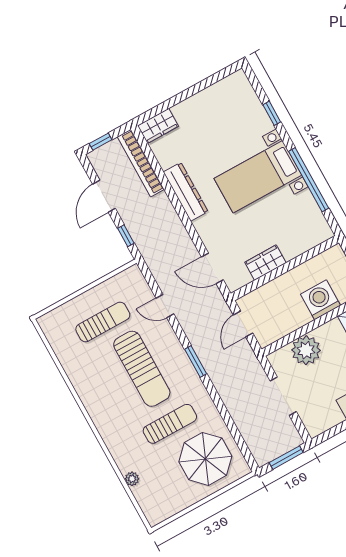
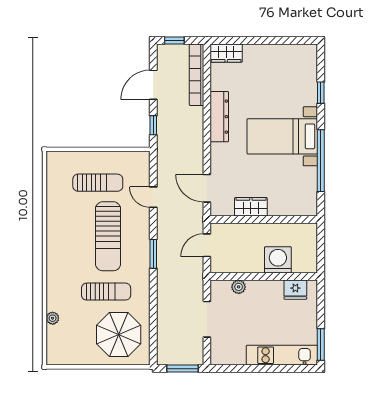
plant: (306, 350) -> (239, 287), width x0.53, depth x0.53

